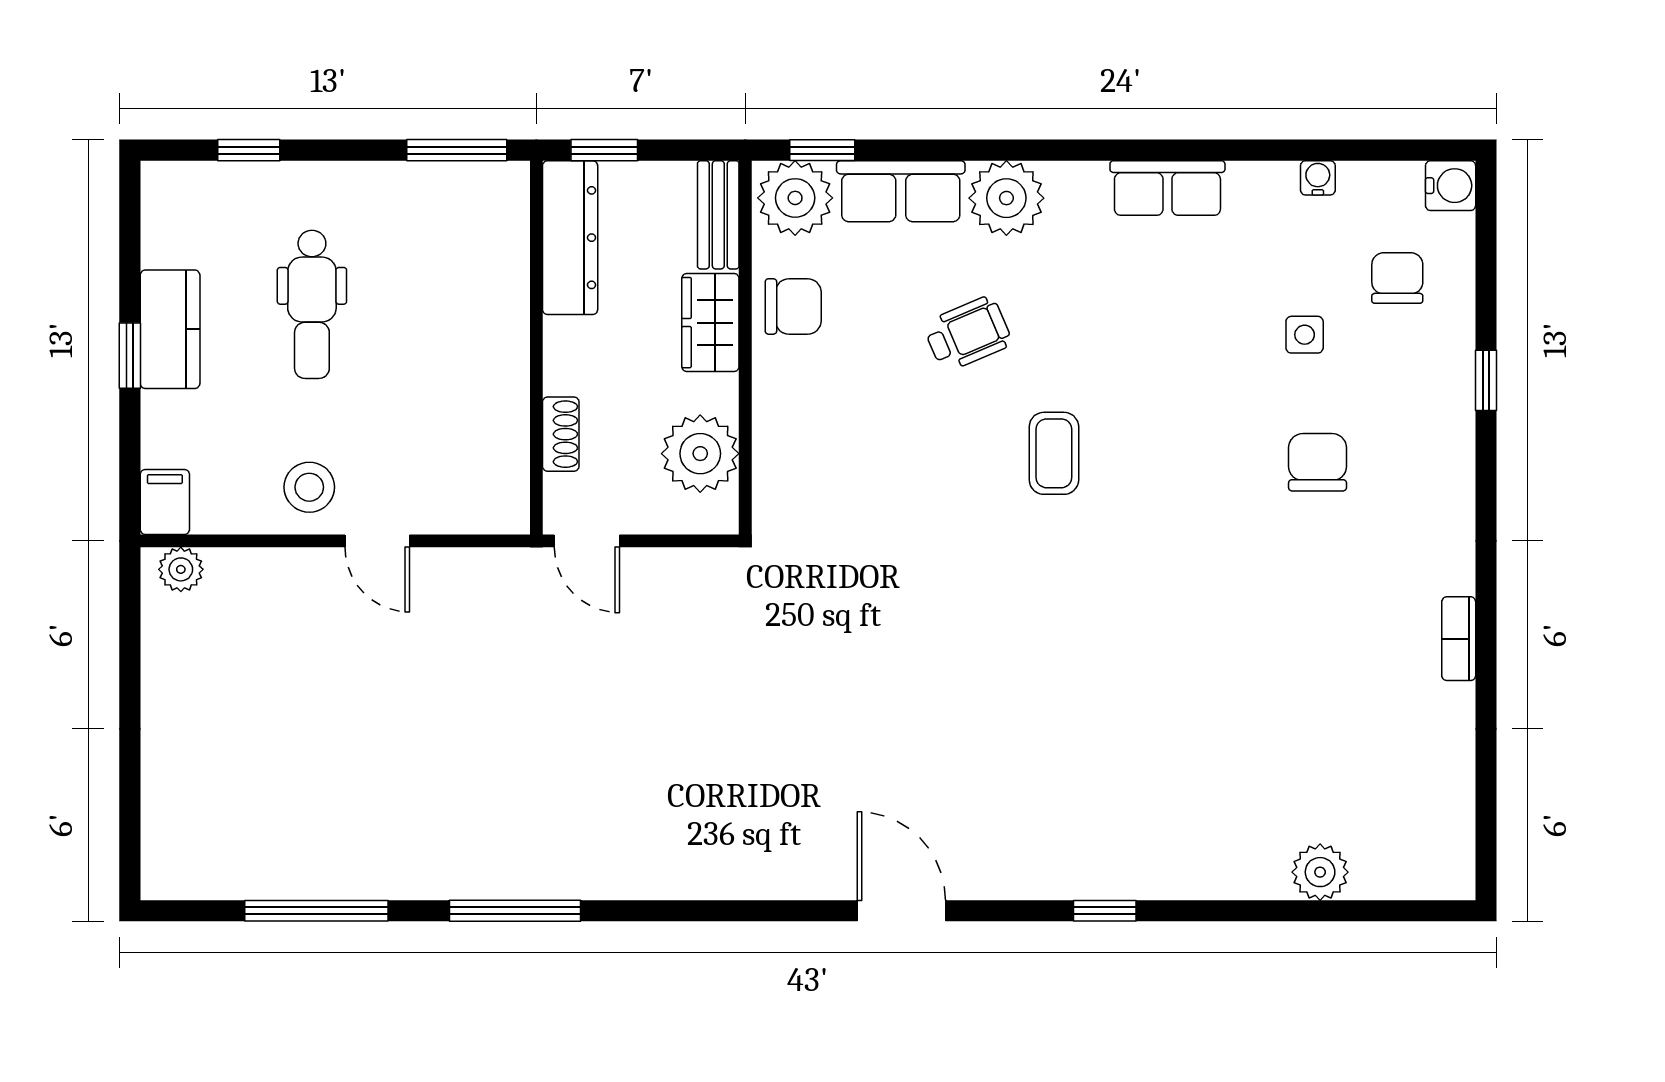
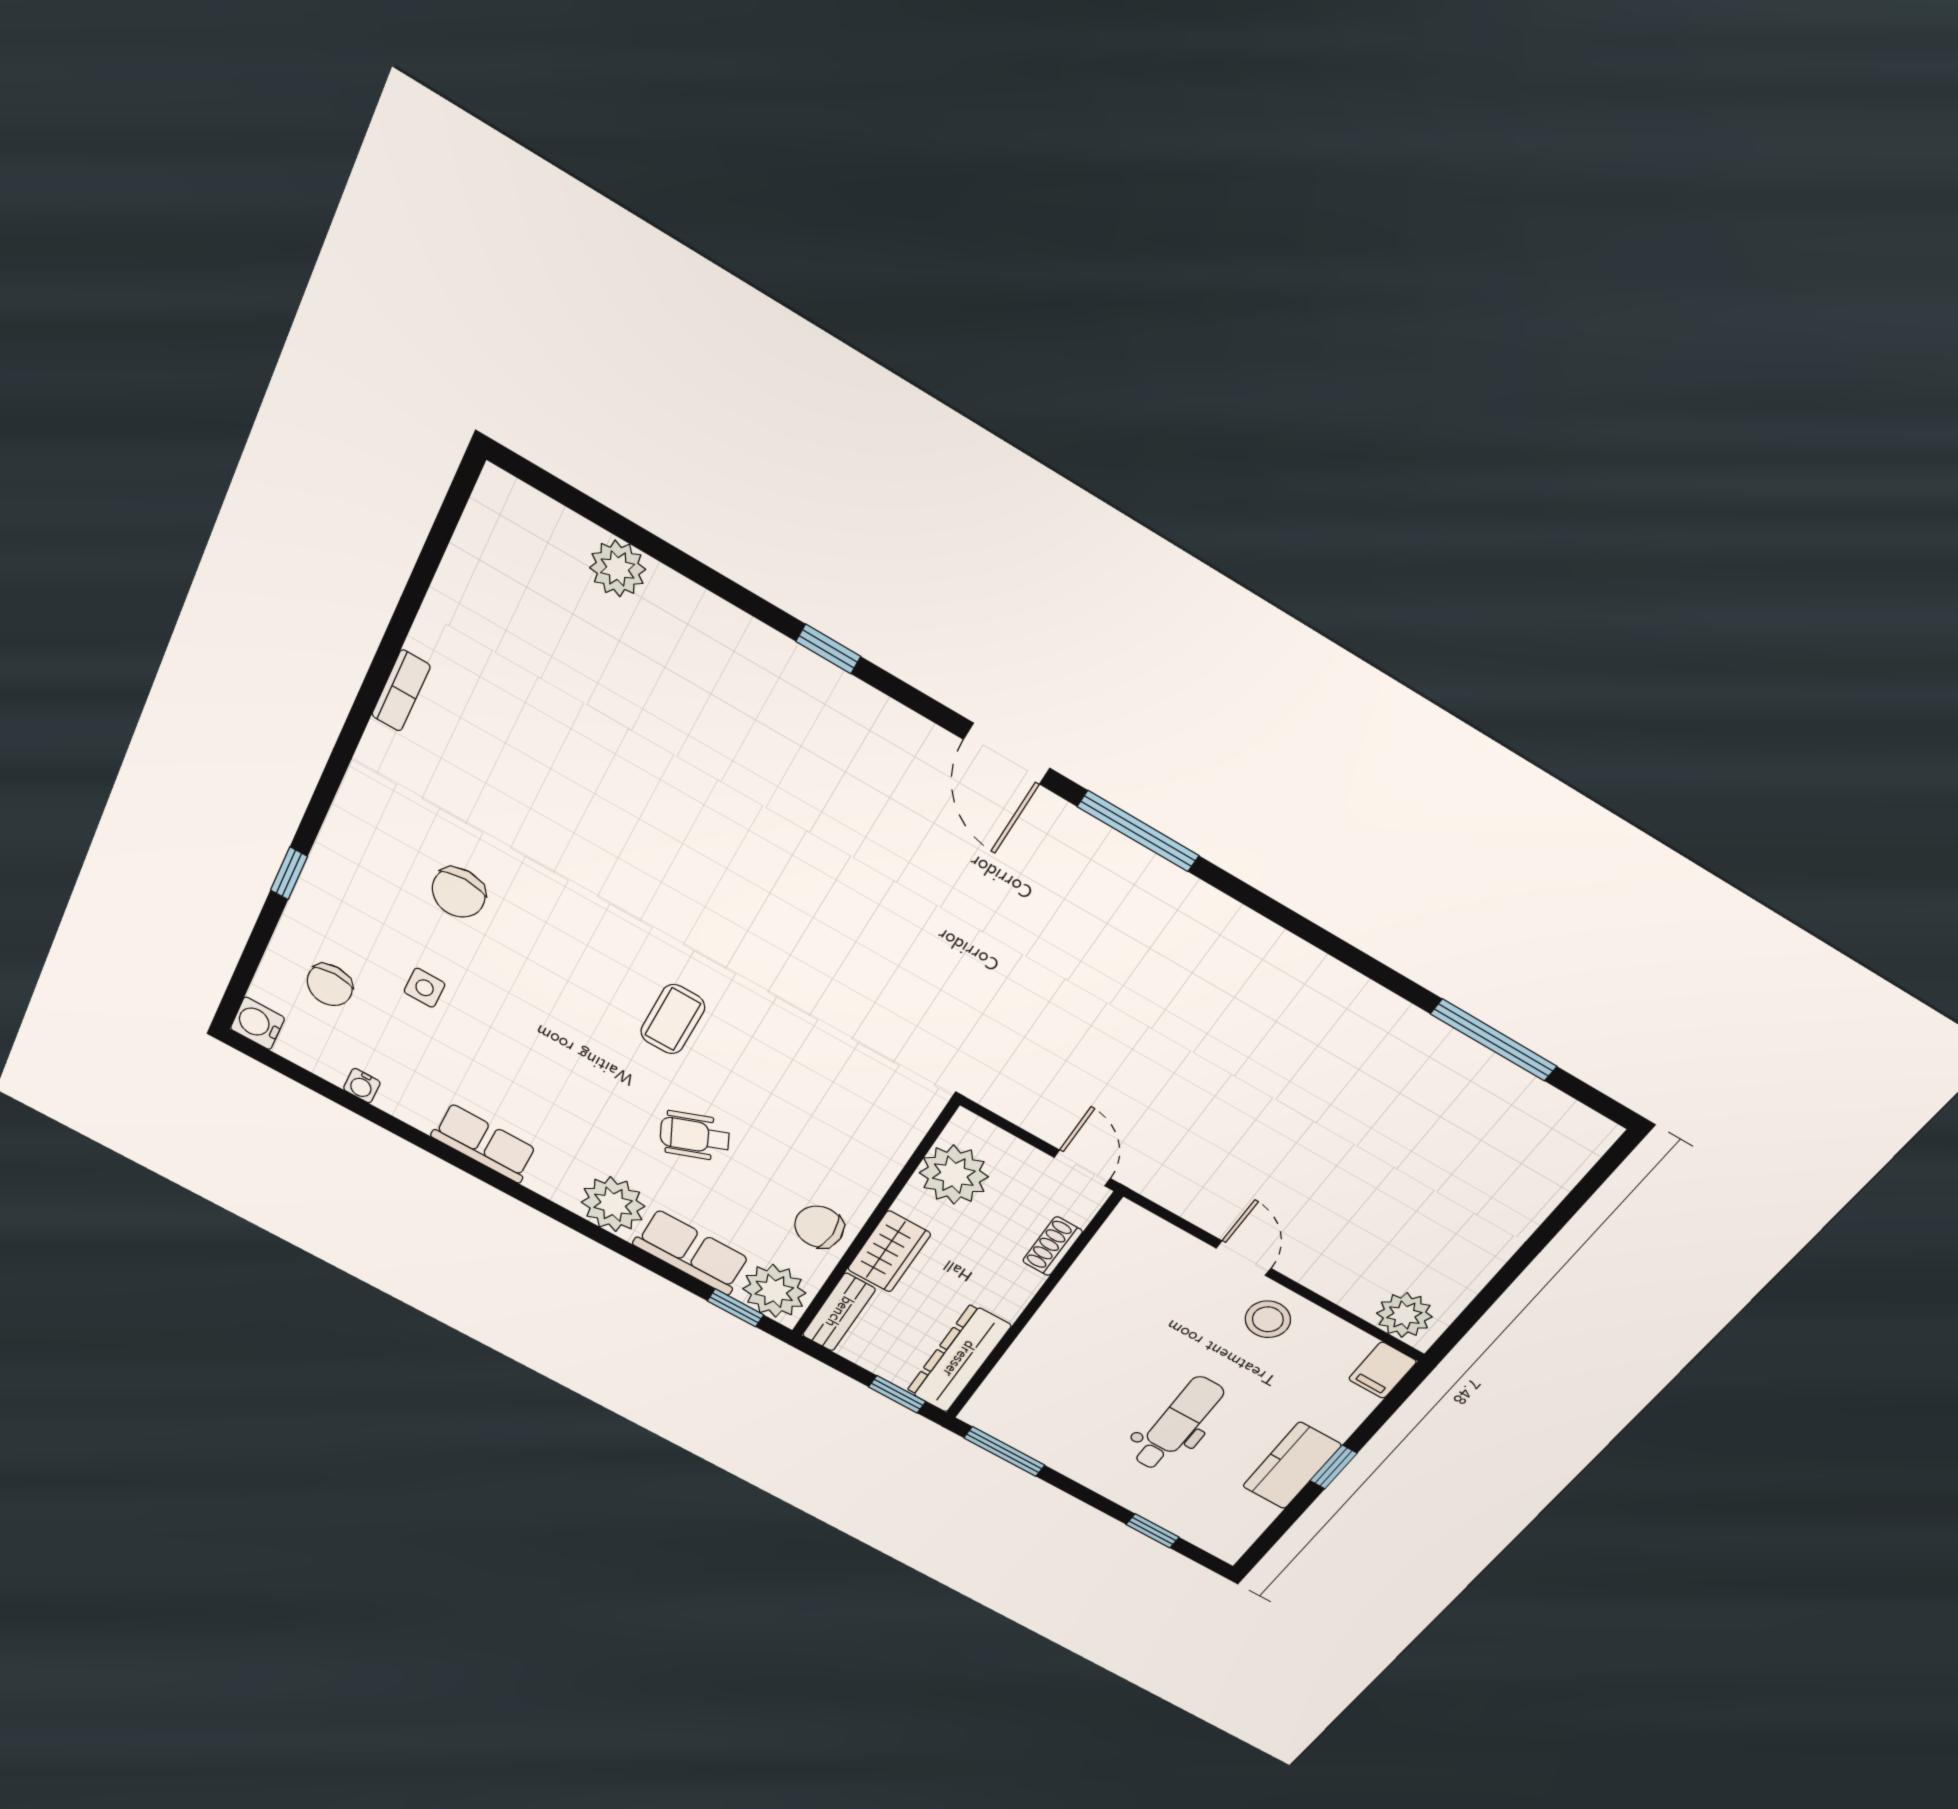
plant: (181, 569) -> (1404, 1315), width x1.38, depth x1.38
window: (515, 911) -> (1138, 831), moved

